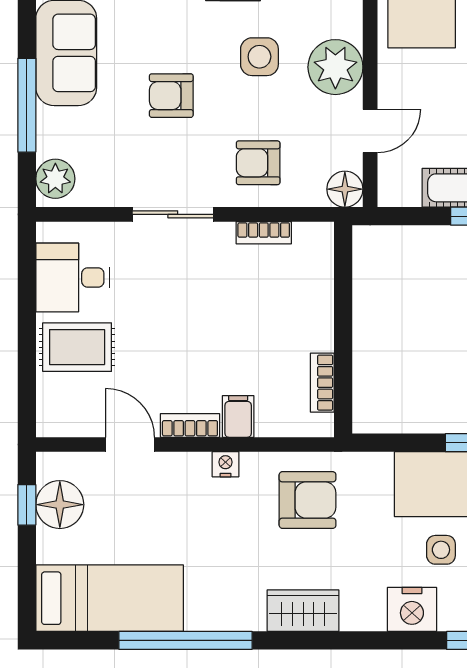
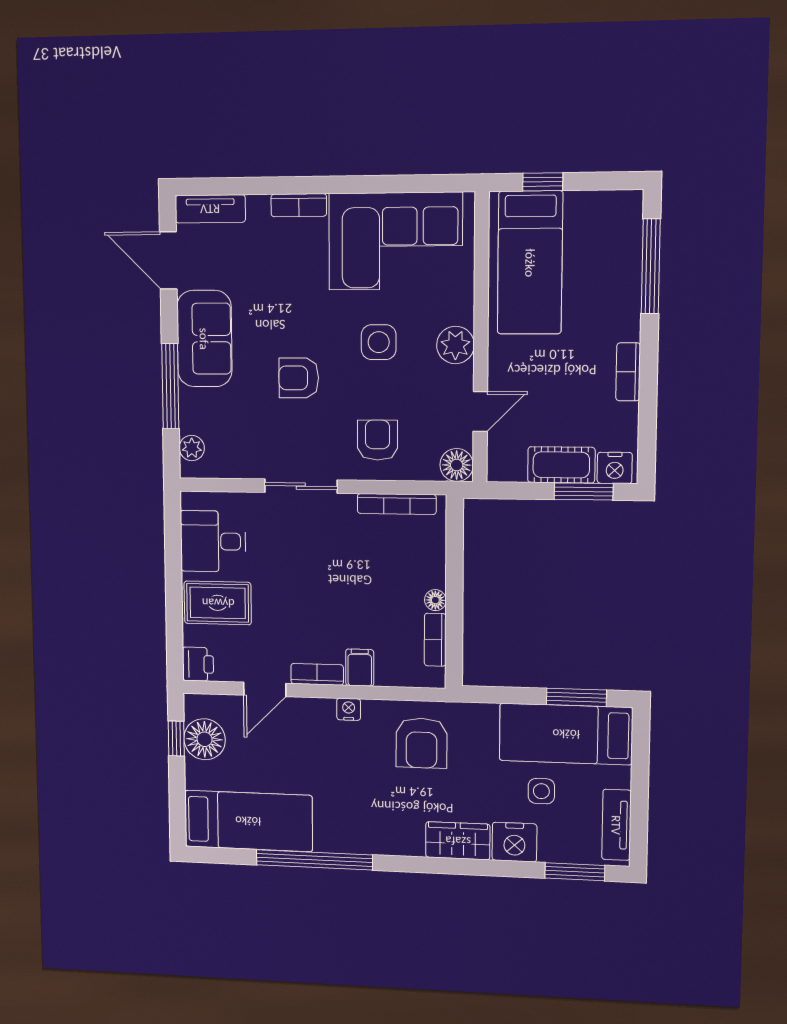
plant: (335, 67) -> (455, 345), width x0.73, depth x0.73
armchair: (258, 163) -> (377, 440), turned 90
plant: (55, 179) -> (192, 448), width x0.73, depth x0.73
bookcase: (264, 233) -> (397, 504), width x1.56
floor lamp: (322, 338) -> (435, 600), added
printer: (53, 418) -> (198, 664), added
door: (130, 444) -> (265, 689), swing flipped
armchair: (308, 500) -> (421, 743), turned 90
wardrobe: (303, 611) -> (458, 841), moved

